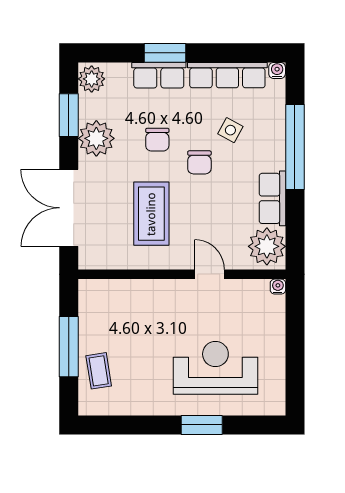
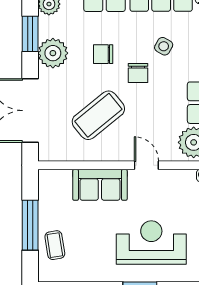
chair: (157, 140) -> (103, 54), turned 90
coffee table: (151, 214) -> (98, 115), turned 51
sofa: (153, 298) -> (100, 185), added

